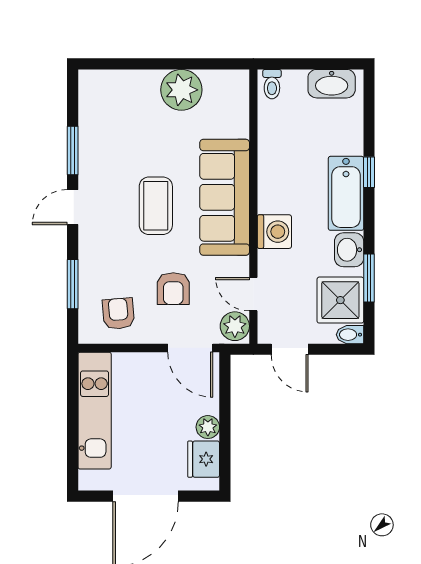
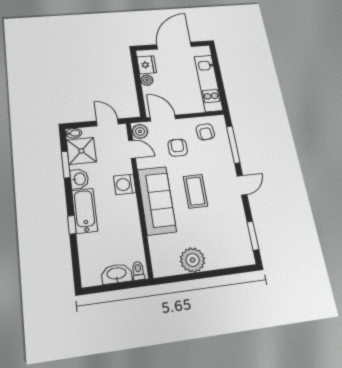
washbasin: (332, 84) -> (117, 274), moved
window: (73, 150) -> (253, 236), moved
window: (73, 284) -> (233, 145), width x1.44

